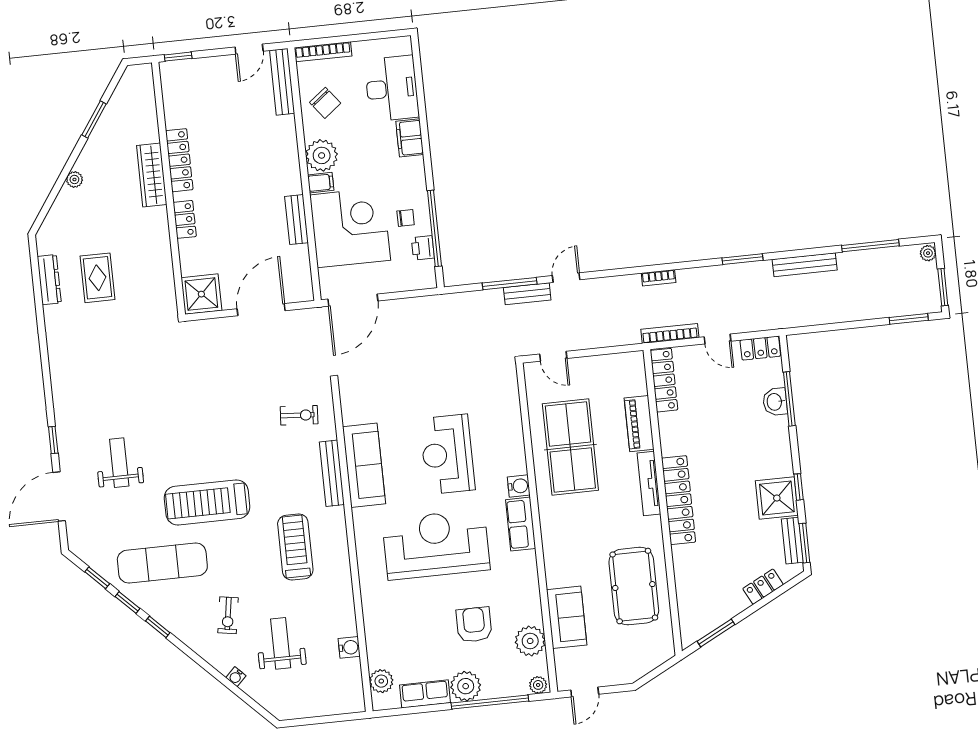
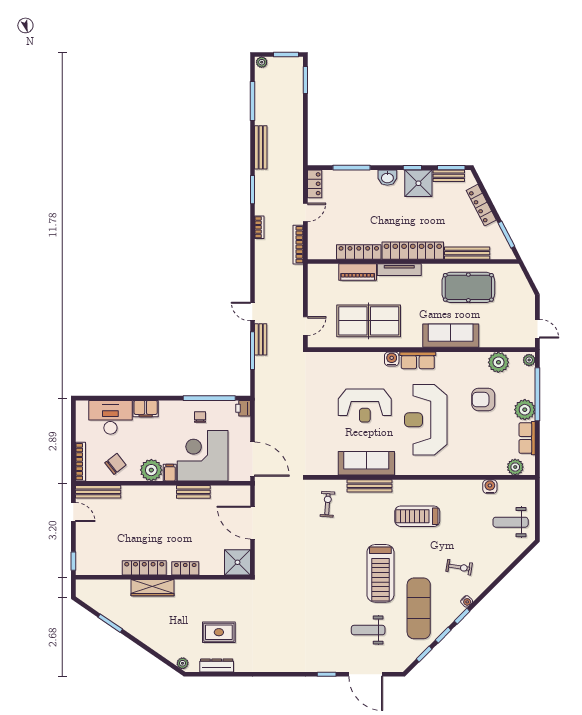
plant: (74, 179) -> (183, 663), moved
printer: (423, 248) -> (243, 408), moved, turned 90
bookcase: (659, 278) -> (259, 227), moved
locker: (664, 380) -> (359, 252), moved
washbasin: (775, 402) -> (387, 178), moved
weight bench: (119, 463) -> (368, 630), moved
bench: (683, 579) -> (467, 253), added
locker: (763, 587) -> (481, 205), width x1.53
sofa: (567, 617) -> (451, 336), moved, width x1.36
weight bench: (281, 643) -> (511, 522), moved
water cooler: (236, 677) -> (467, 601), moved

